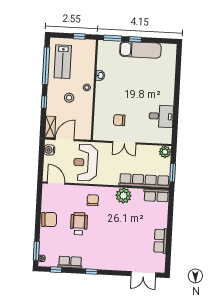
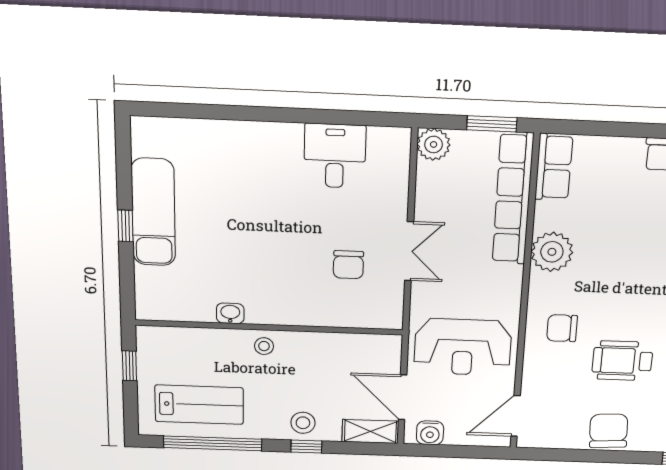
window: (113, 38) -> (127, 284), removed
stool: (69, 98) -> (303, 423), moved

